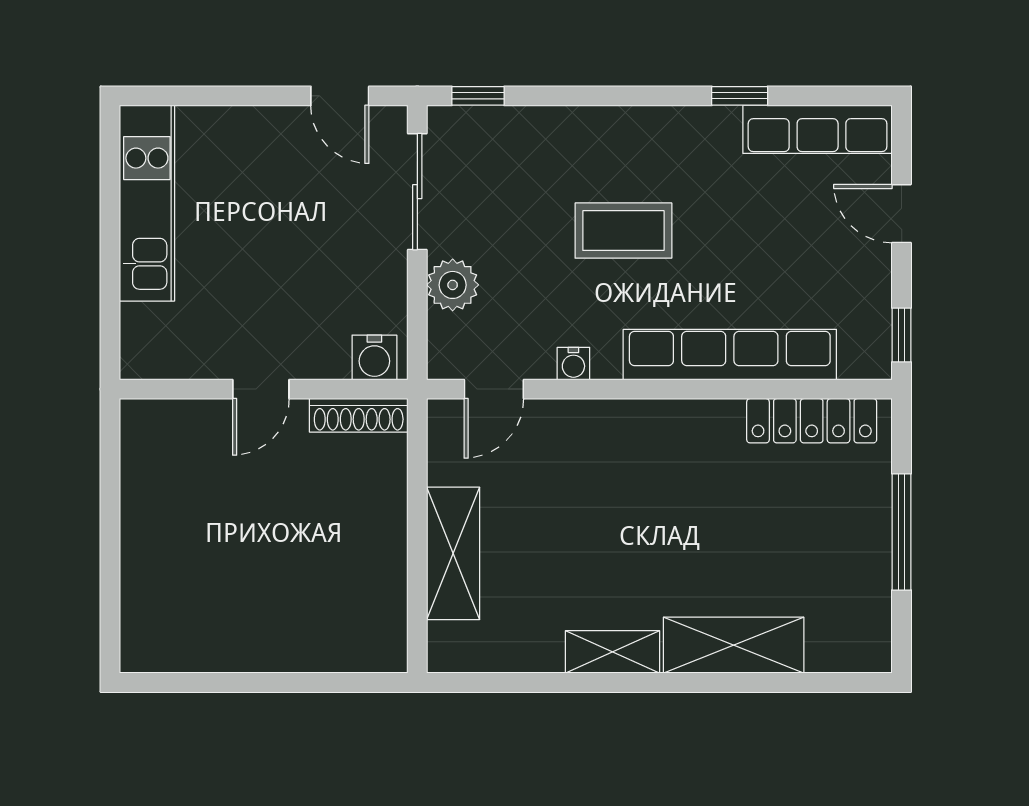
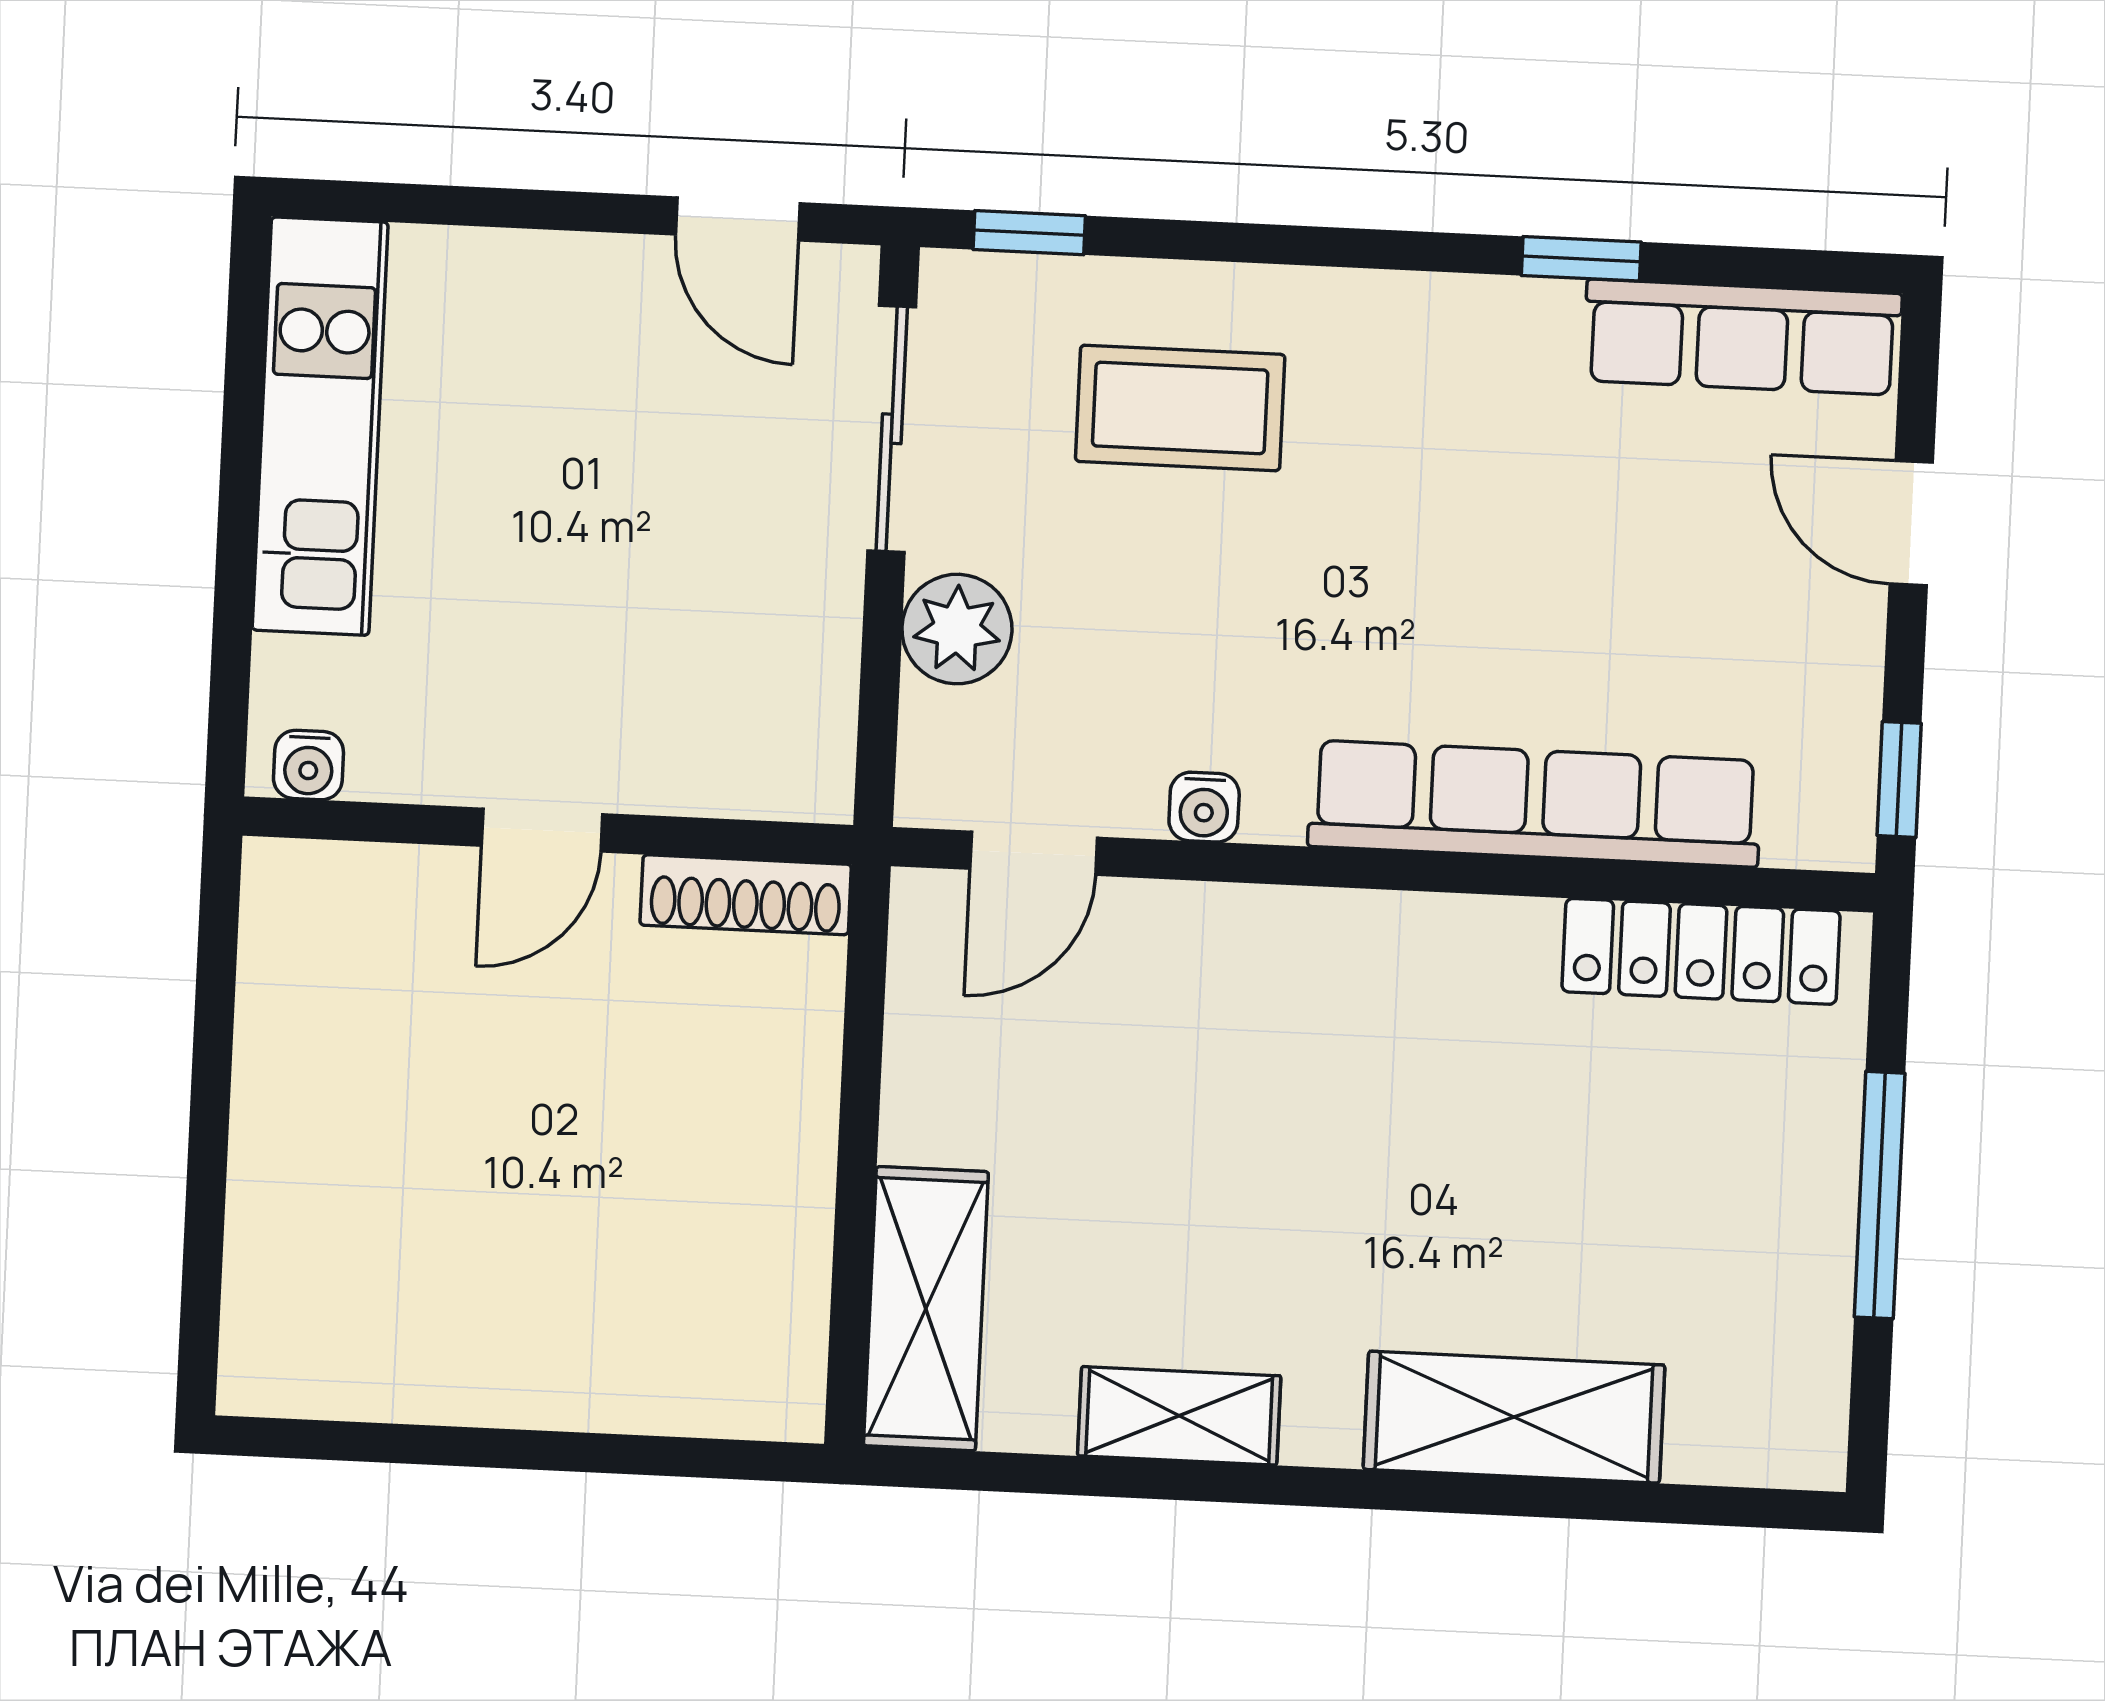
coffee table: (623, 231) -> (1180, 408), moved
water cooler: (374, 357) -> (308, 765), moved, width x0.72, depth x0.72
shelving: (453, 553) -> (926, 1309), moved
shelving: (613, 652) -> (1179, 1416), moved

